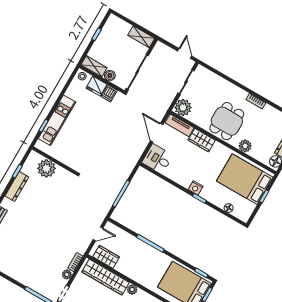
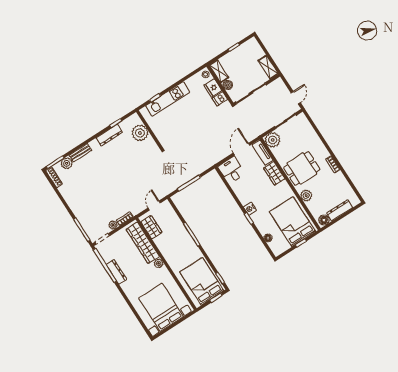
door: (98, 234) -> (154, 205), swing flipped

